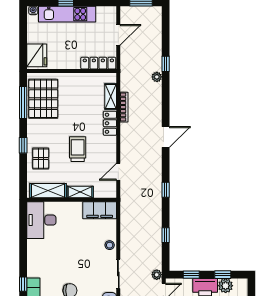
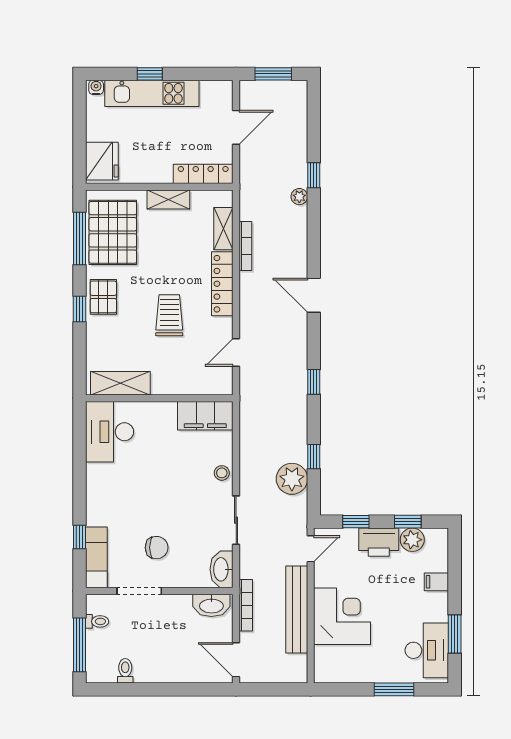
locker: (110, 123) -> (222, 284), width x1.53
door: (166, 137) -> (314, 295), swing flipped
pallet: (41, 159) -> (103, 297), moved
shelving: (80, 192) -> (168, 200), moved
plant: (157, 275) -> (292, 479), moved, width x1.88, depth x1.88

